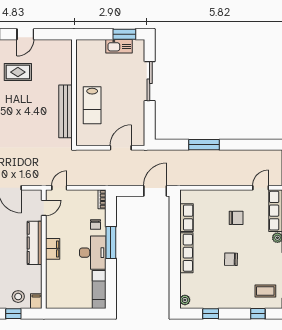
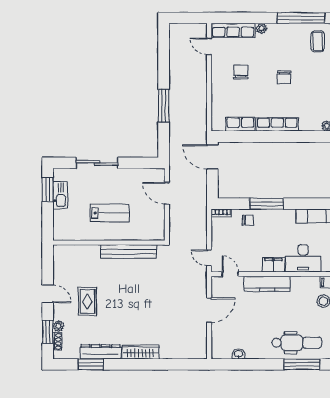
lab bench: (92, 105) -> (110, 213), moved
desk: (93, 253) -> (303, 258), moved, turned 180

